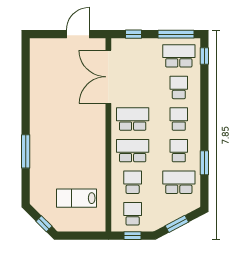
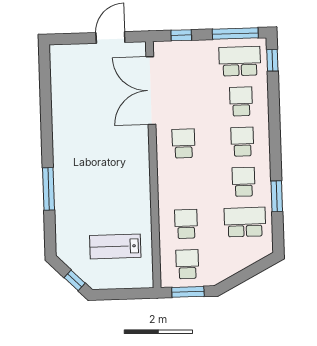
school desk: (133, 119) -> (183, 143), width x0.54
school desk: (133, 151) -> (185, 184), removed
window: (177, 224) -> (244, 275), removed
window: (132, 236) -> (188, 292), width x1.50

